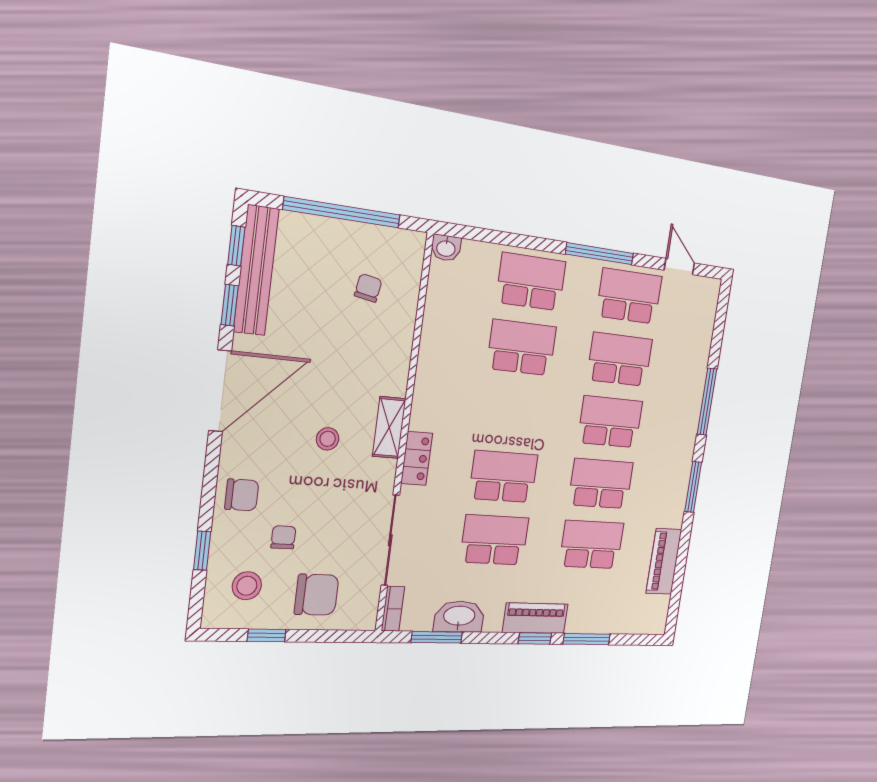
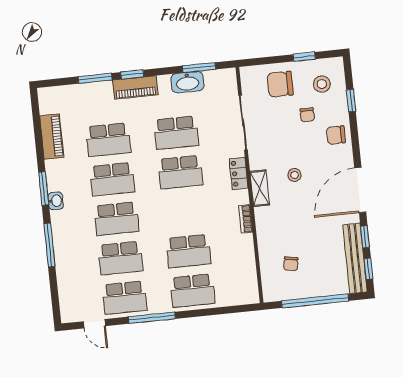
washbasin: (446, 248) -> (56, 201), moved, turned 90
bookcase: (393, 609) -> (246, 219), moved

